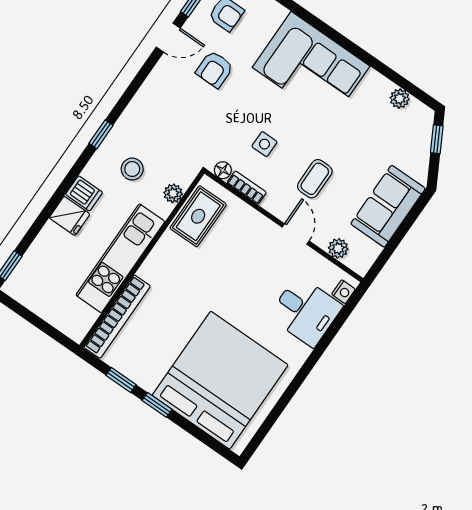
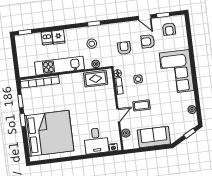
armchair: (190, 120) -> (124, 48), added
dishwasher: (84, 193) -> (47, 38), moved

